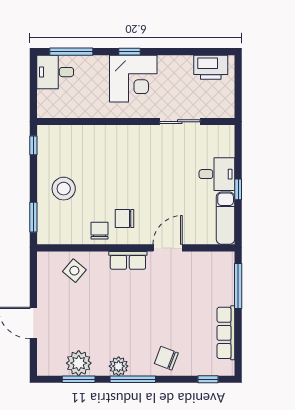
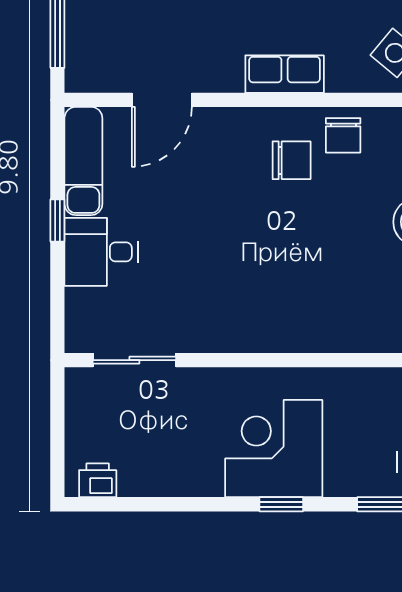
printer: (211, 67) -> (98, 480), width x0.53, depth x0.68
sliding door: (180, 122) -> (134, 360), moved
door: (168, 248) -> (162, 100), moved

